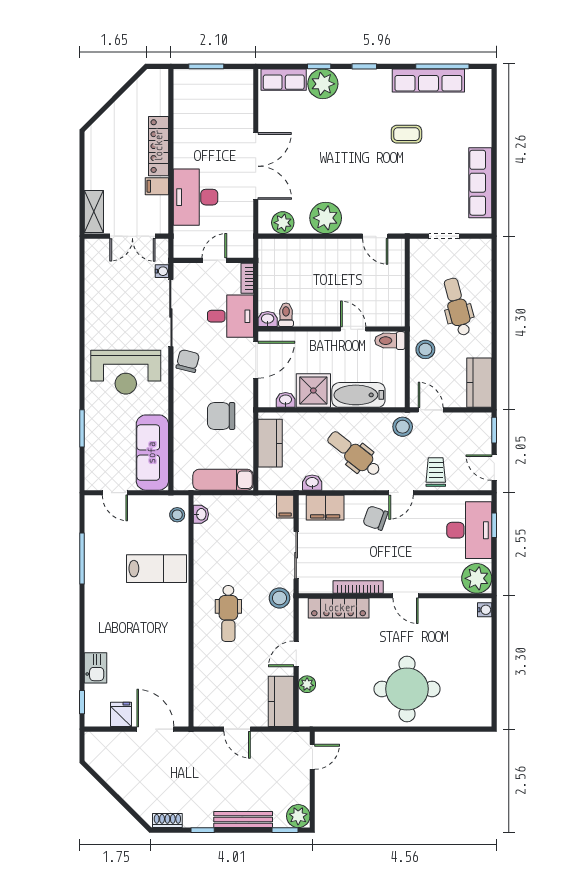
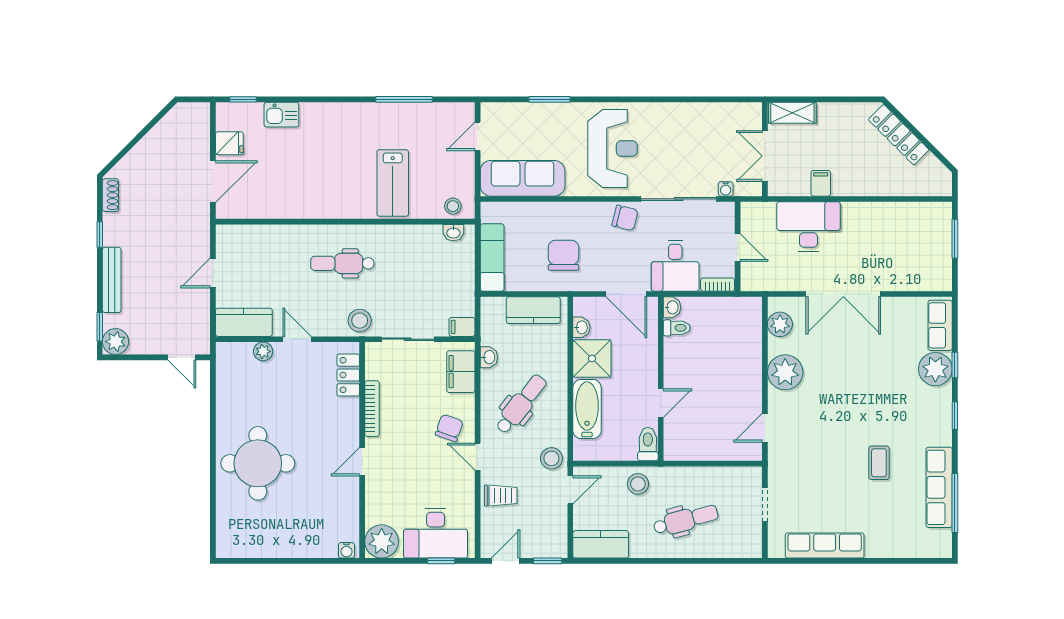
locker: (159, 146) -> (899, 135), moved, turned -135
reception desk: (126, 372) -> (612, 148), turned 180
locker: (339, 608) -> (348, 375), width x0.66

